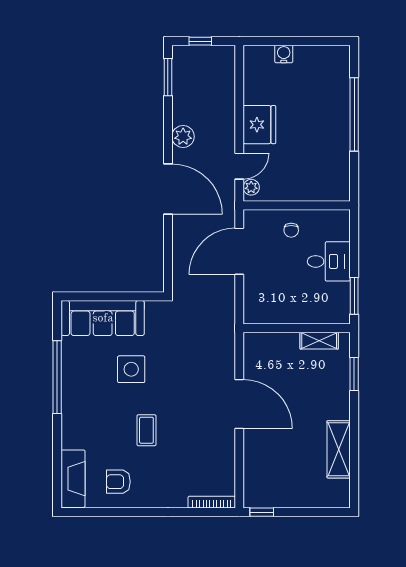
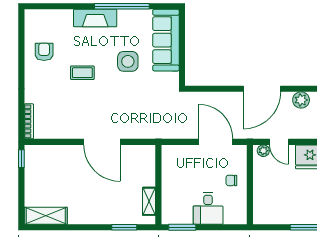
door: (239, 404) -> (102, 142), hinge flipped
shelving: (339, 449) -> (46, 216), moved
fireplace: (73, 479) -> (95, 18), moved

